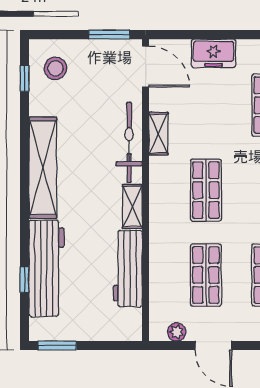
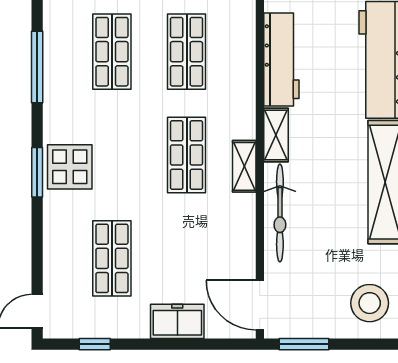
stool: (55, 68) -> (370, 303), width x1.38, depth x1.38
shelving: (158, 134) -> (244, 166), moved

